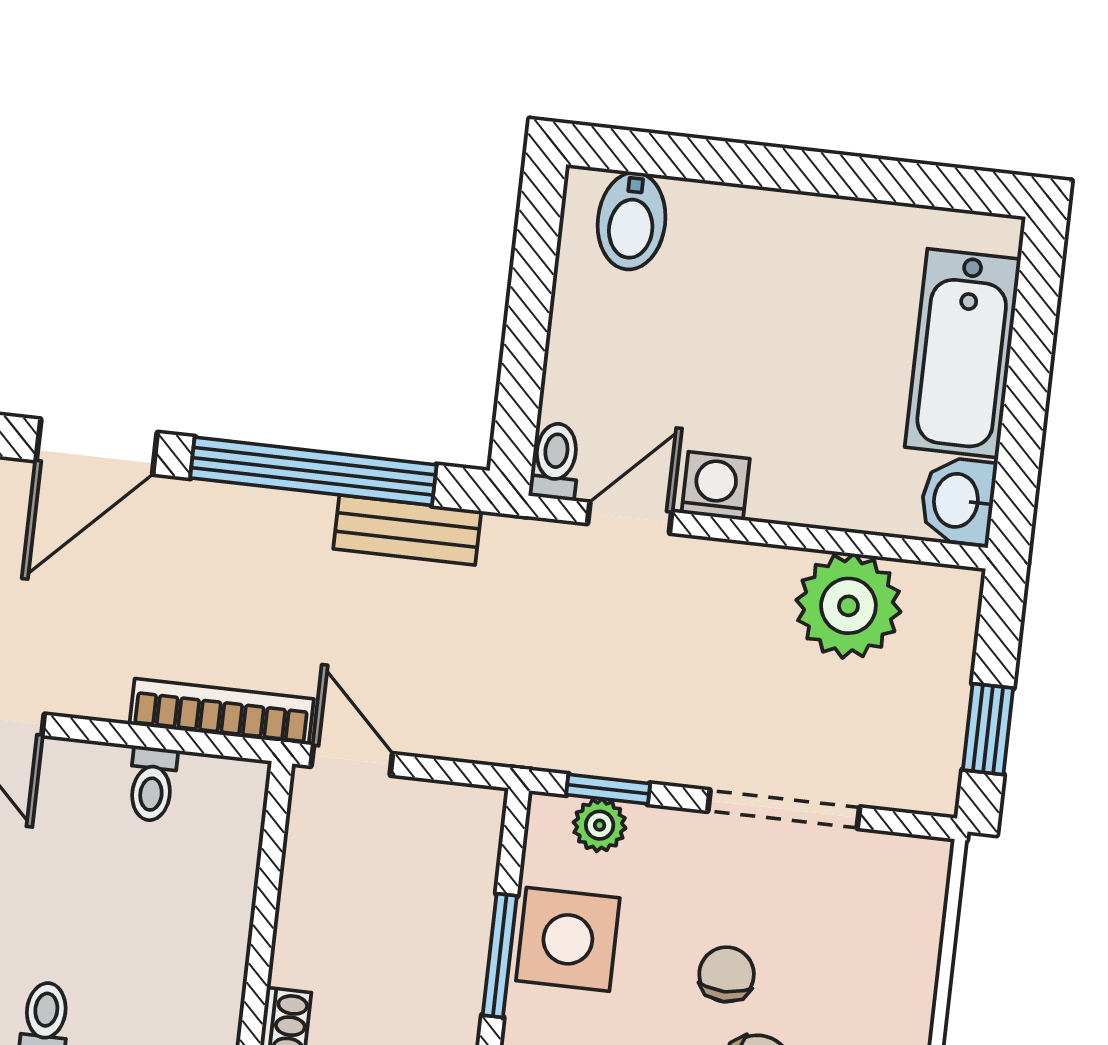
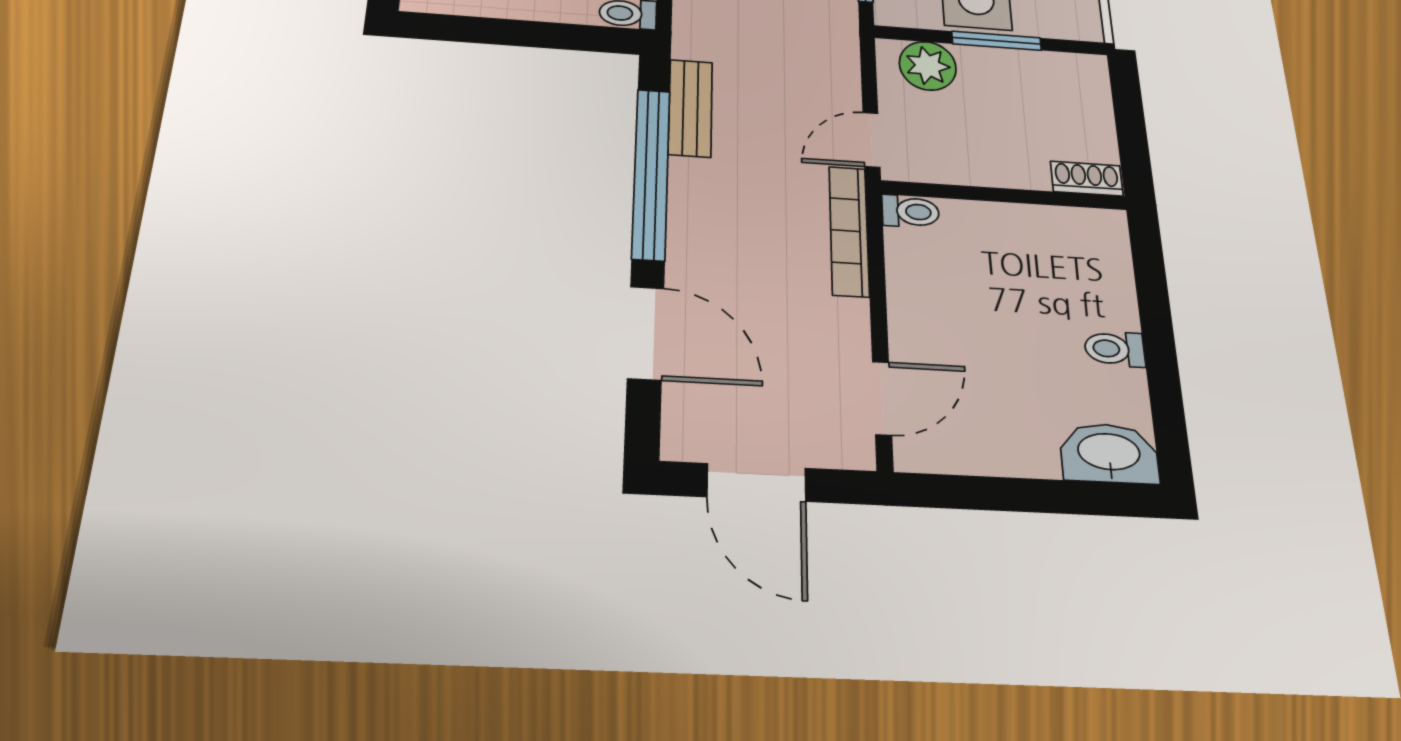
toilet: (152, 784) -> (911, 211), moved
plant: (463, 853) -> (928, 66), added

